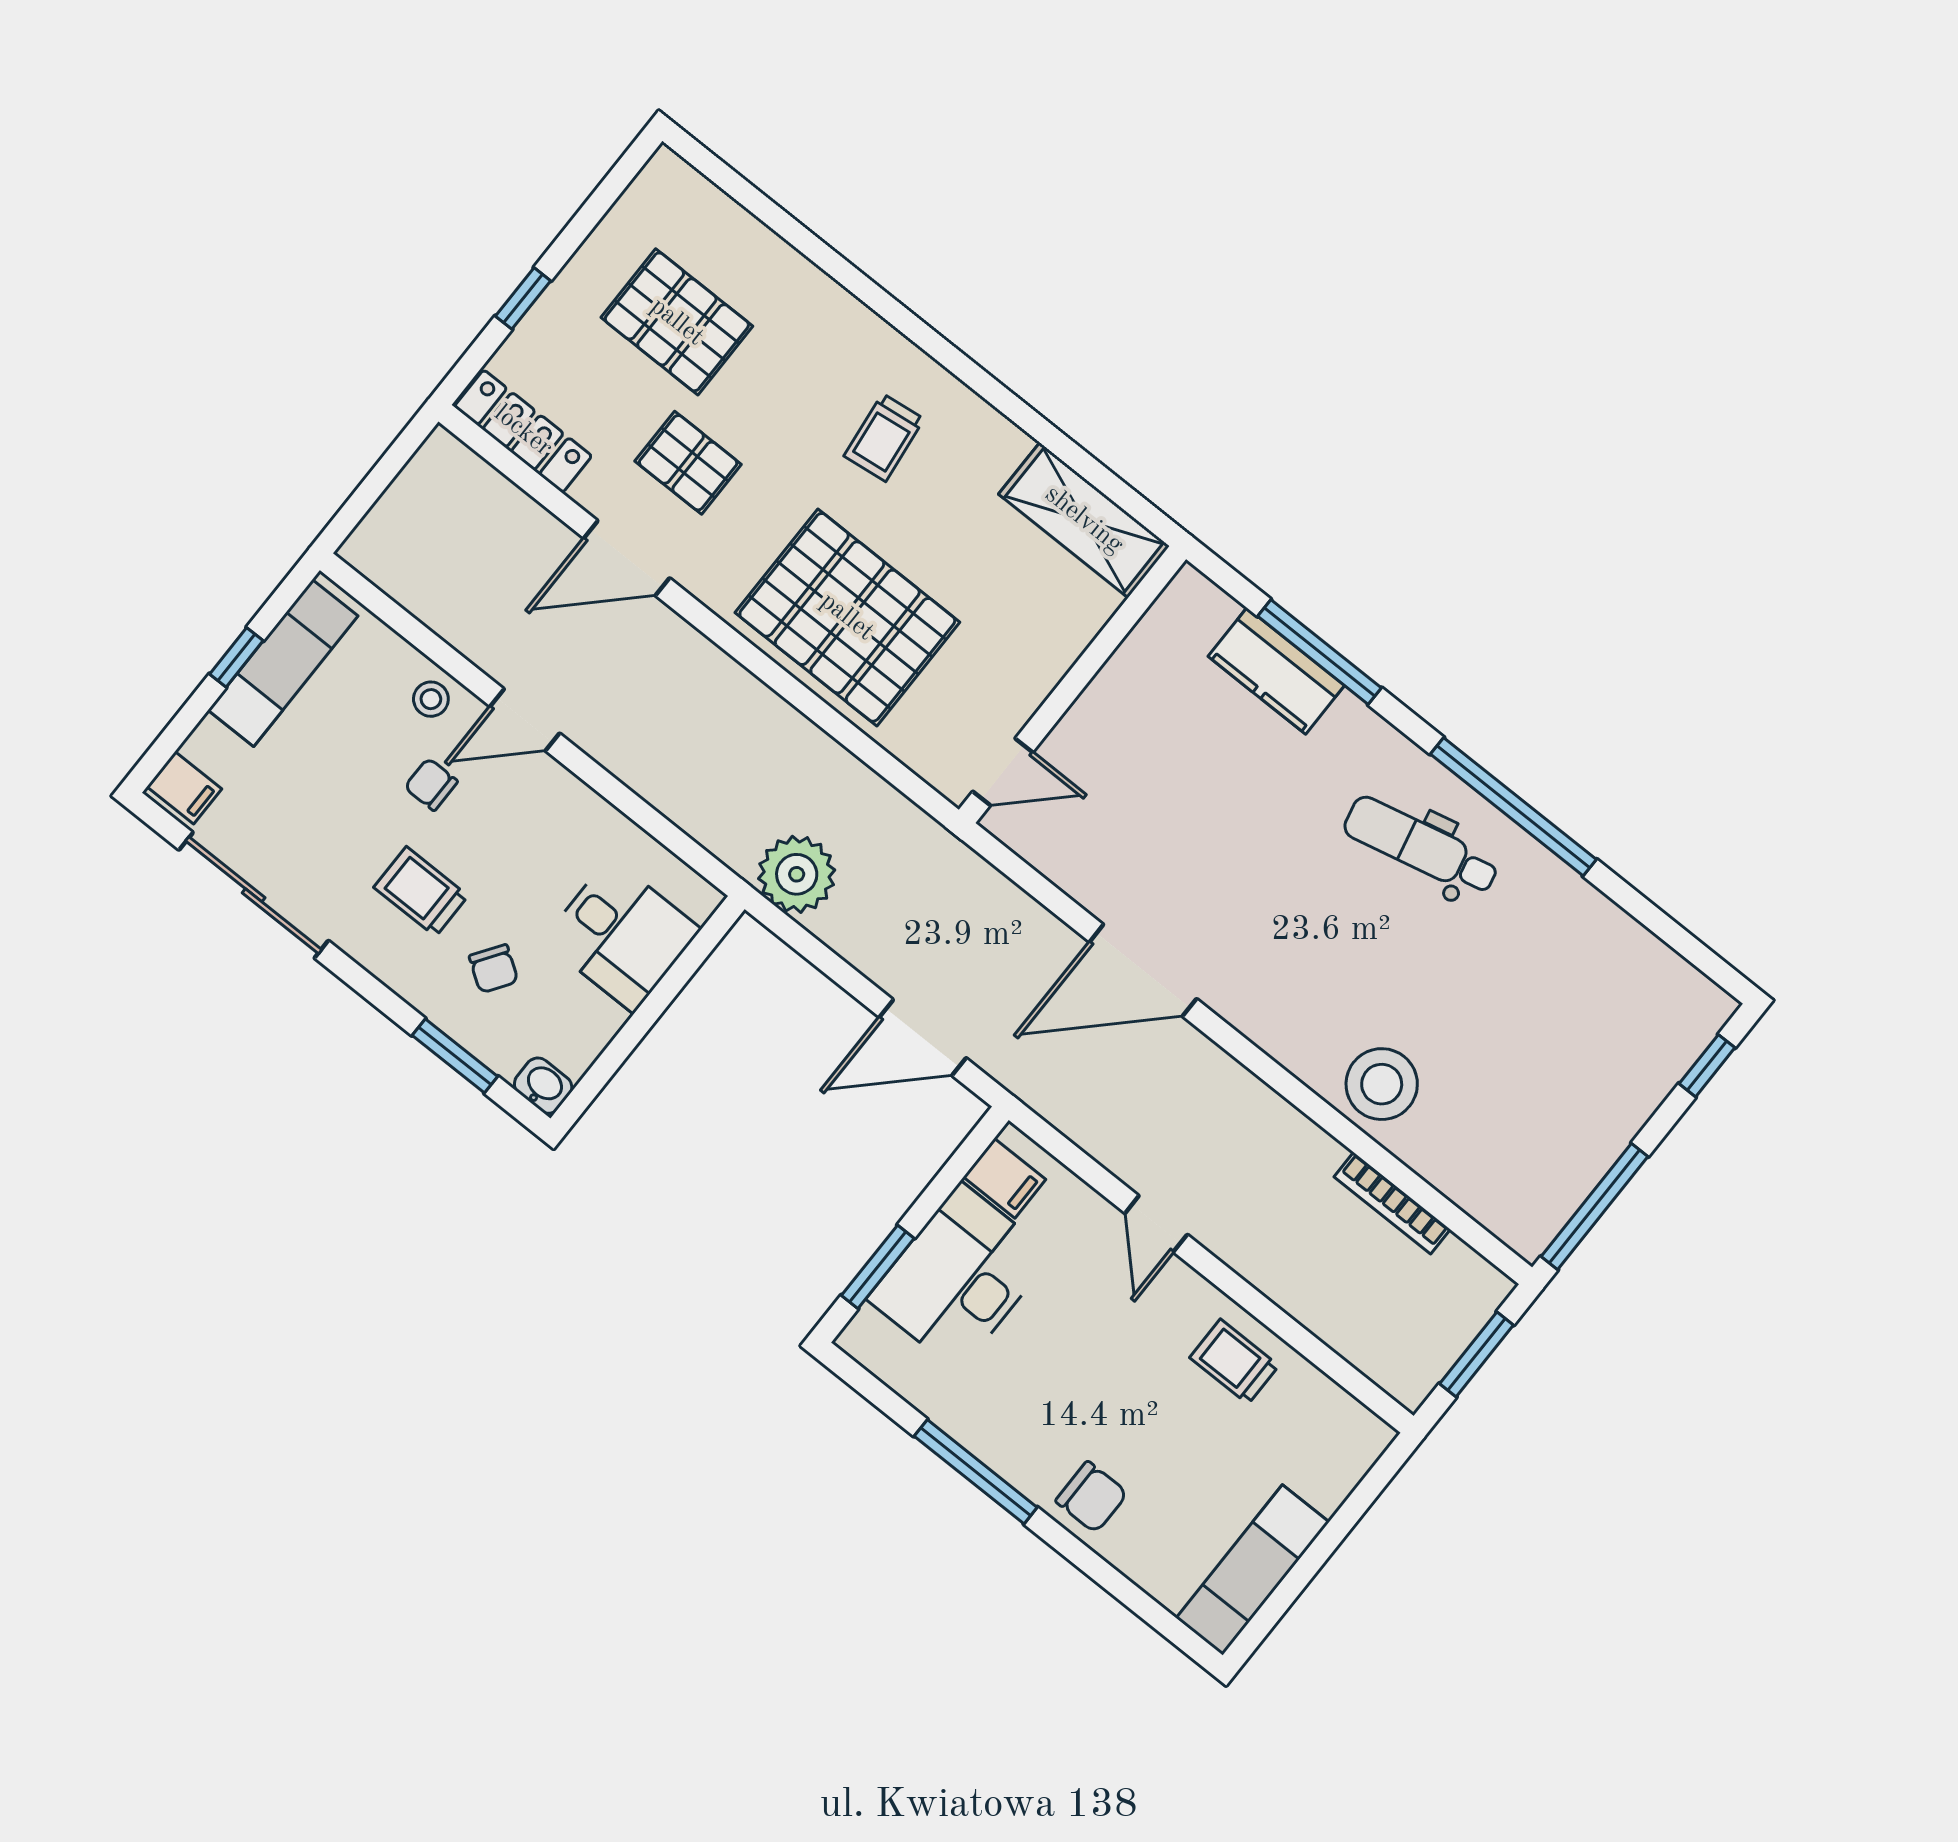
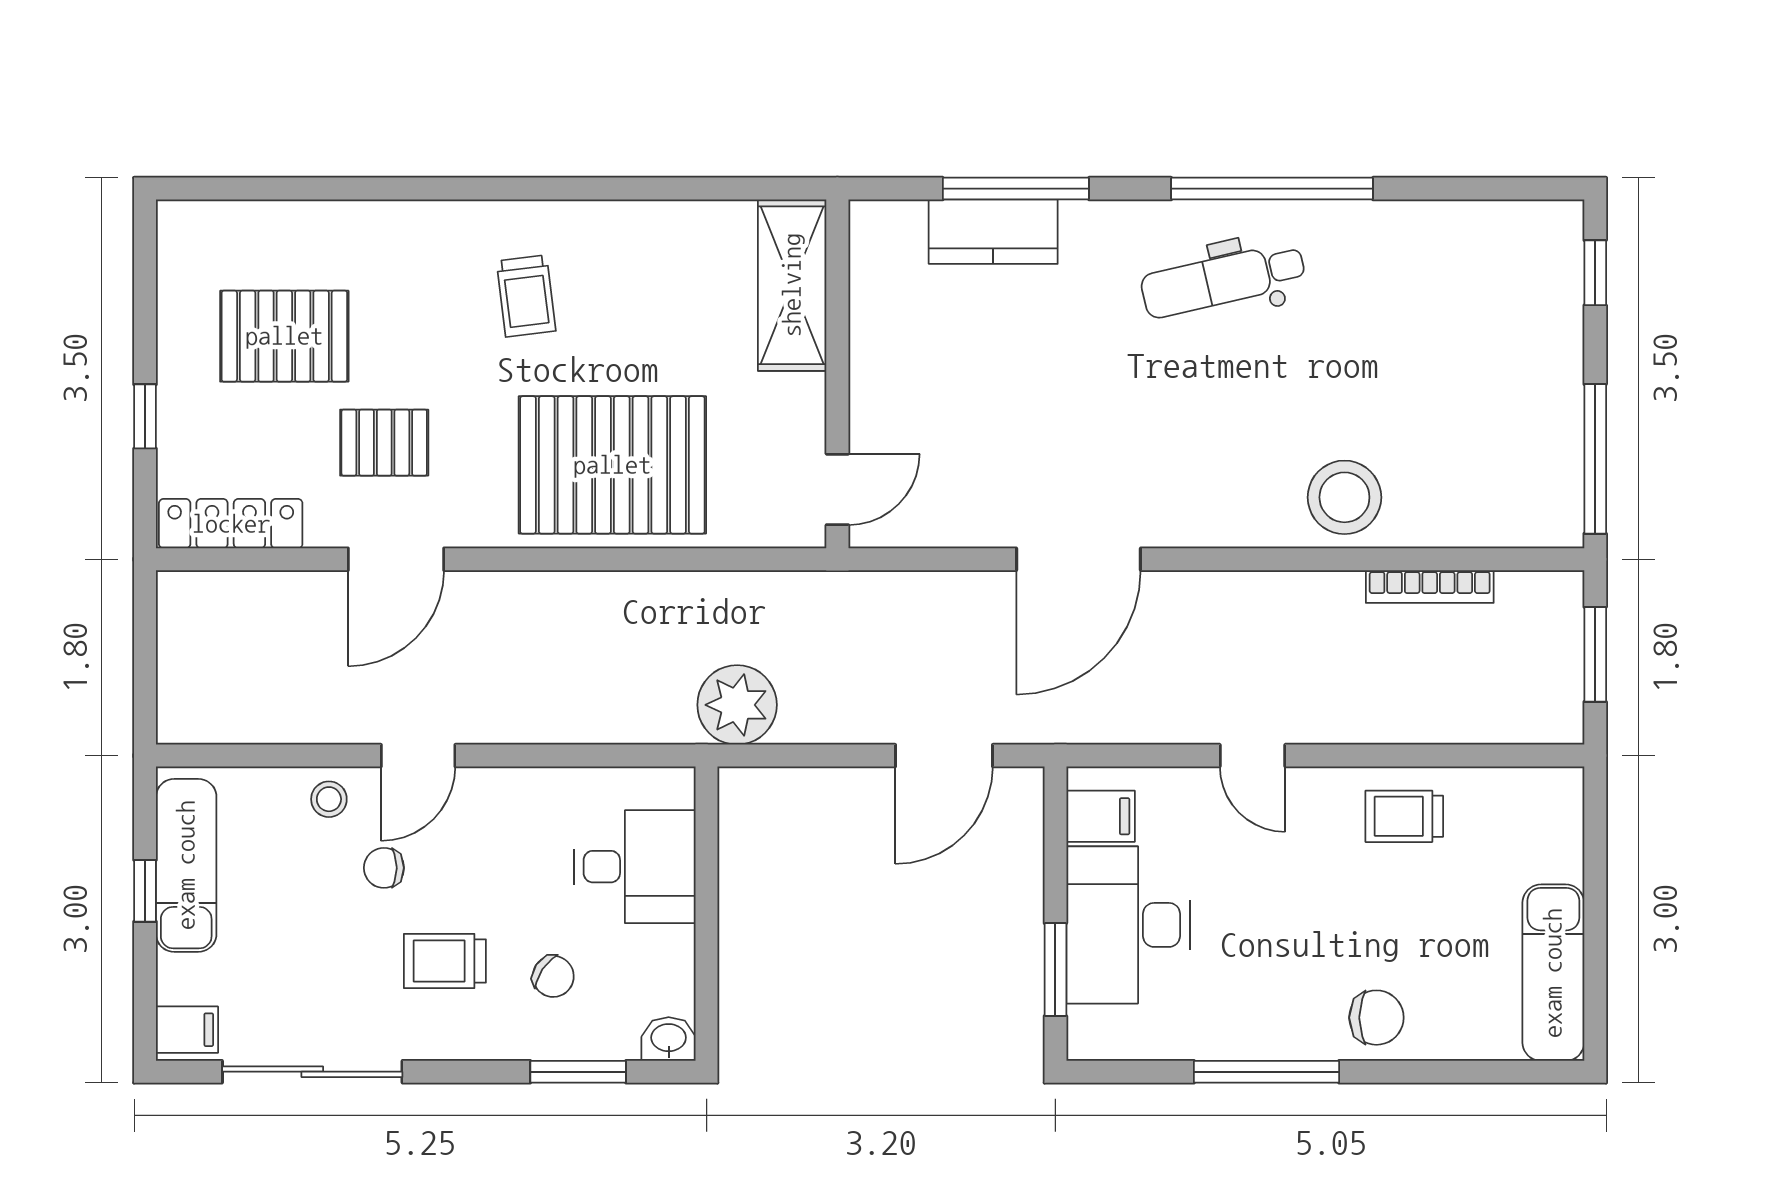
shelving: (1084, 520) -> (792, 285), moved, turned 90

